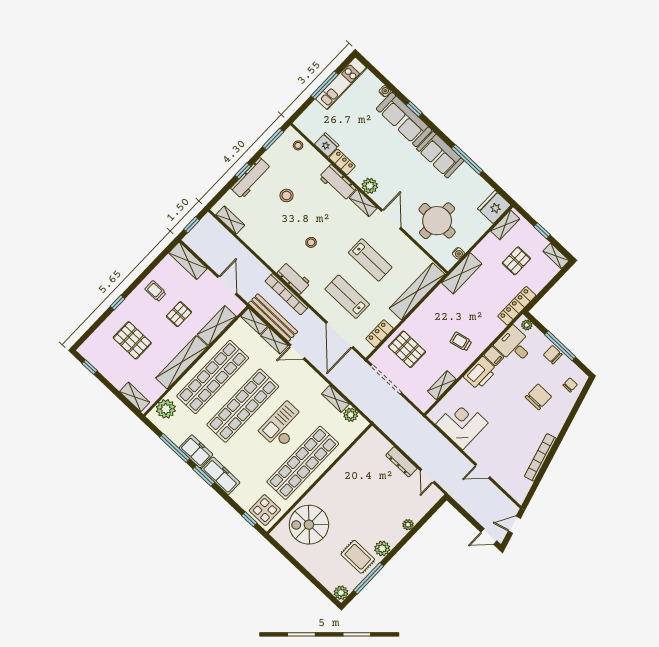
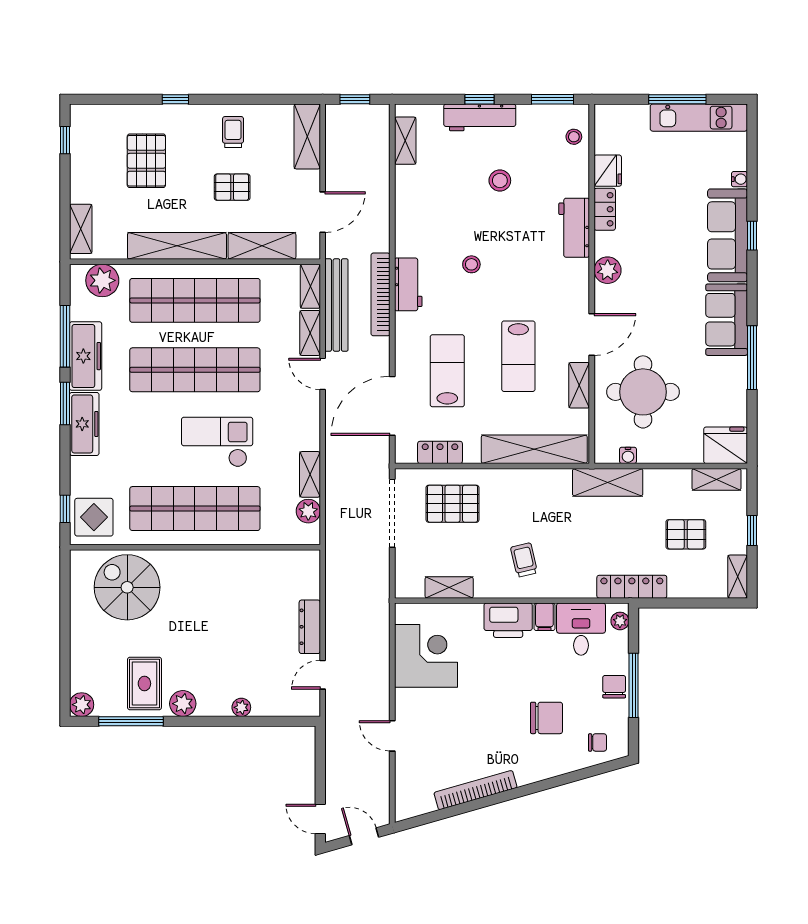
shelving: (363, 203) -> (579, 385), moved
pallet: (407, 349) -> (453, 504), turned 90
freezer: (196, 451) -> (86, 356), width x1.40

